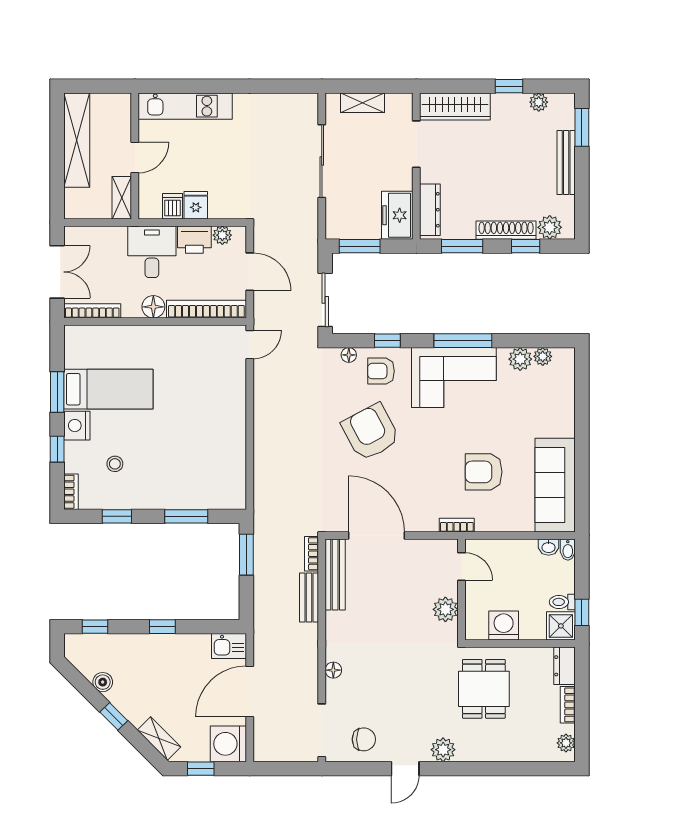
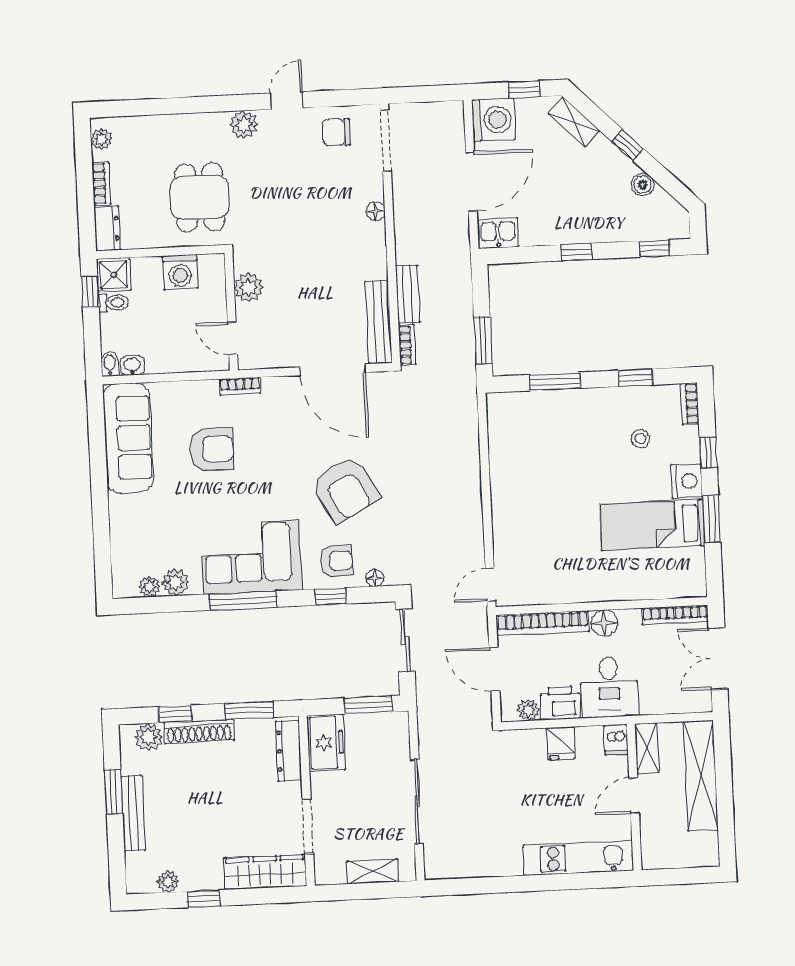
window: (582, 127) -> (114, 792), moved
shelving: (77, 140) -> (701, 776), moved
dishwasher: (172, 206) -> (616, 740), moved

